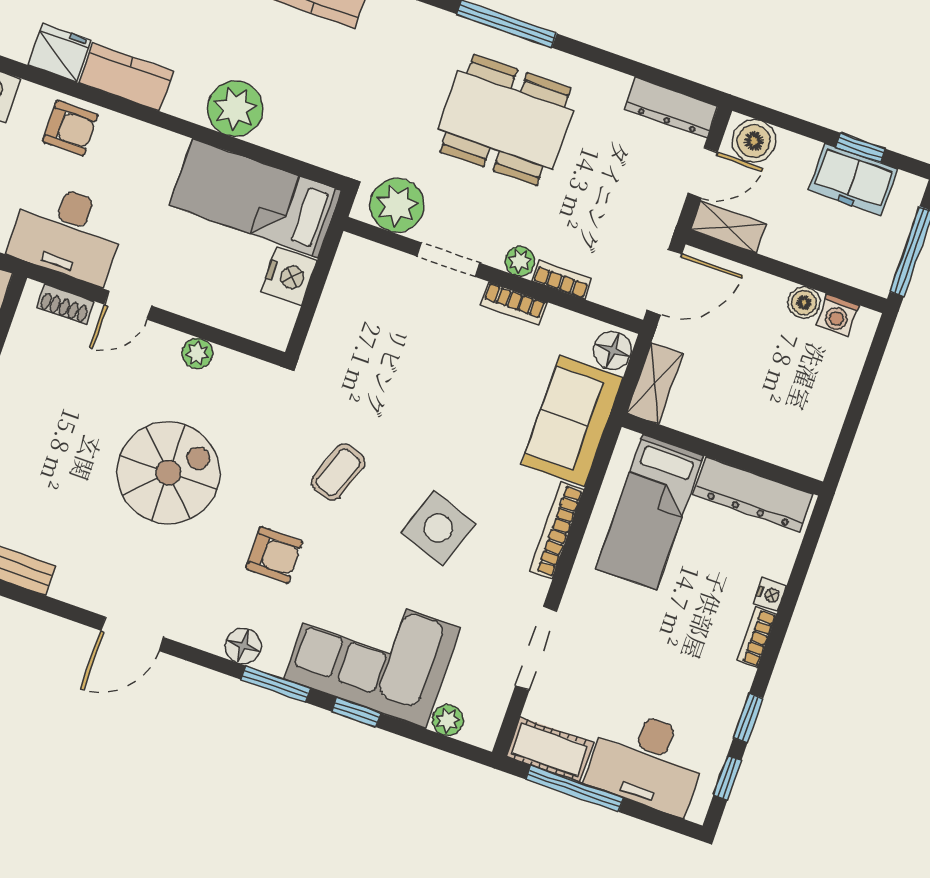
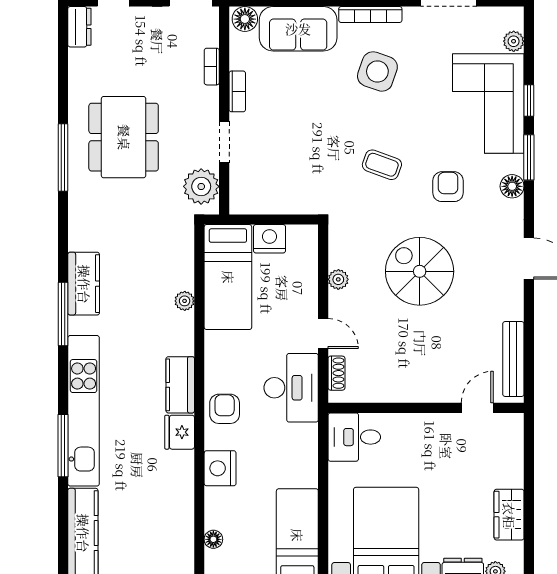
dresser: (671, 108) -> (79, 27), width x0.70
plant: (235, 109) -> (185, 301), width x0.53, depth x0.53
plant: (520, 261) -> (209, 97), removed
side table: (438, 528) -> (377, 71), moved

